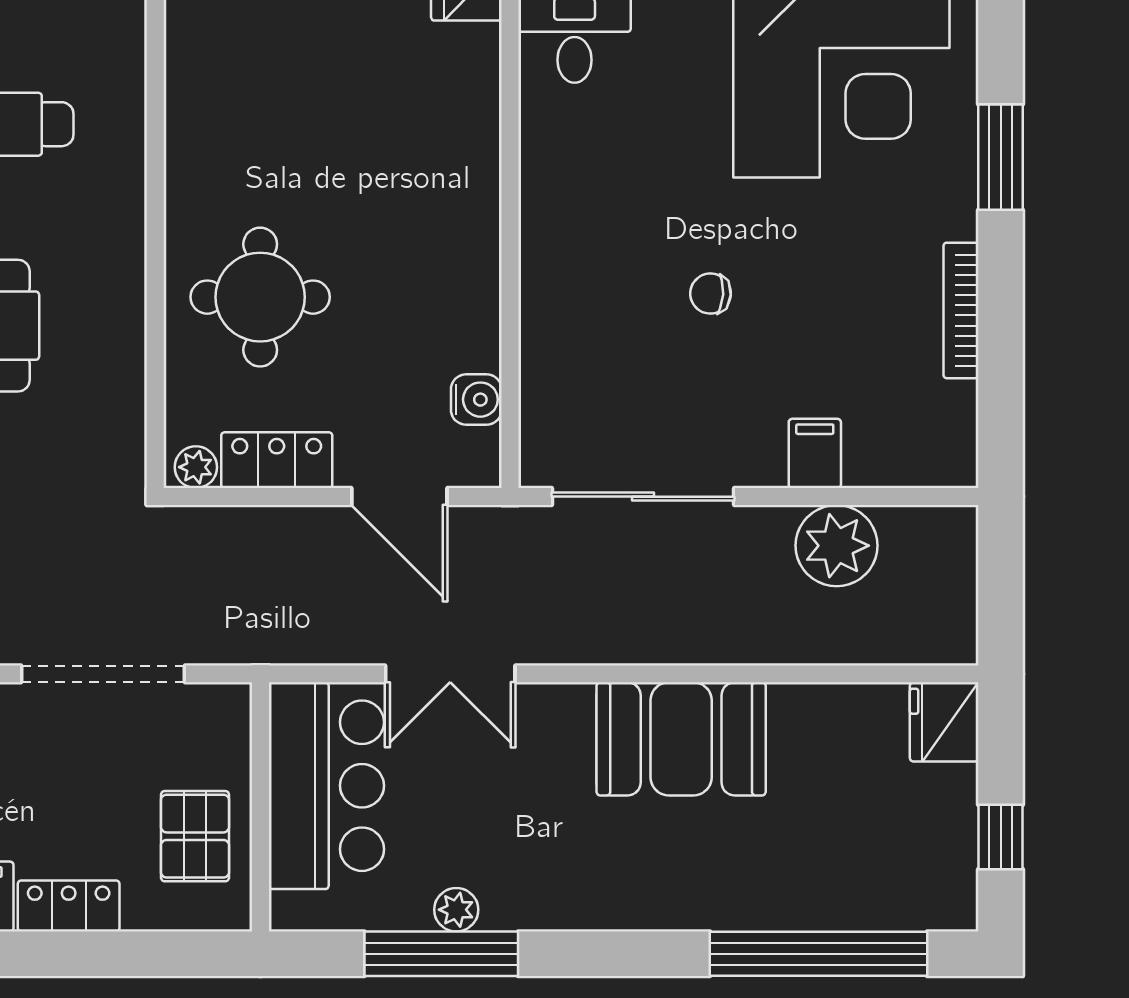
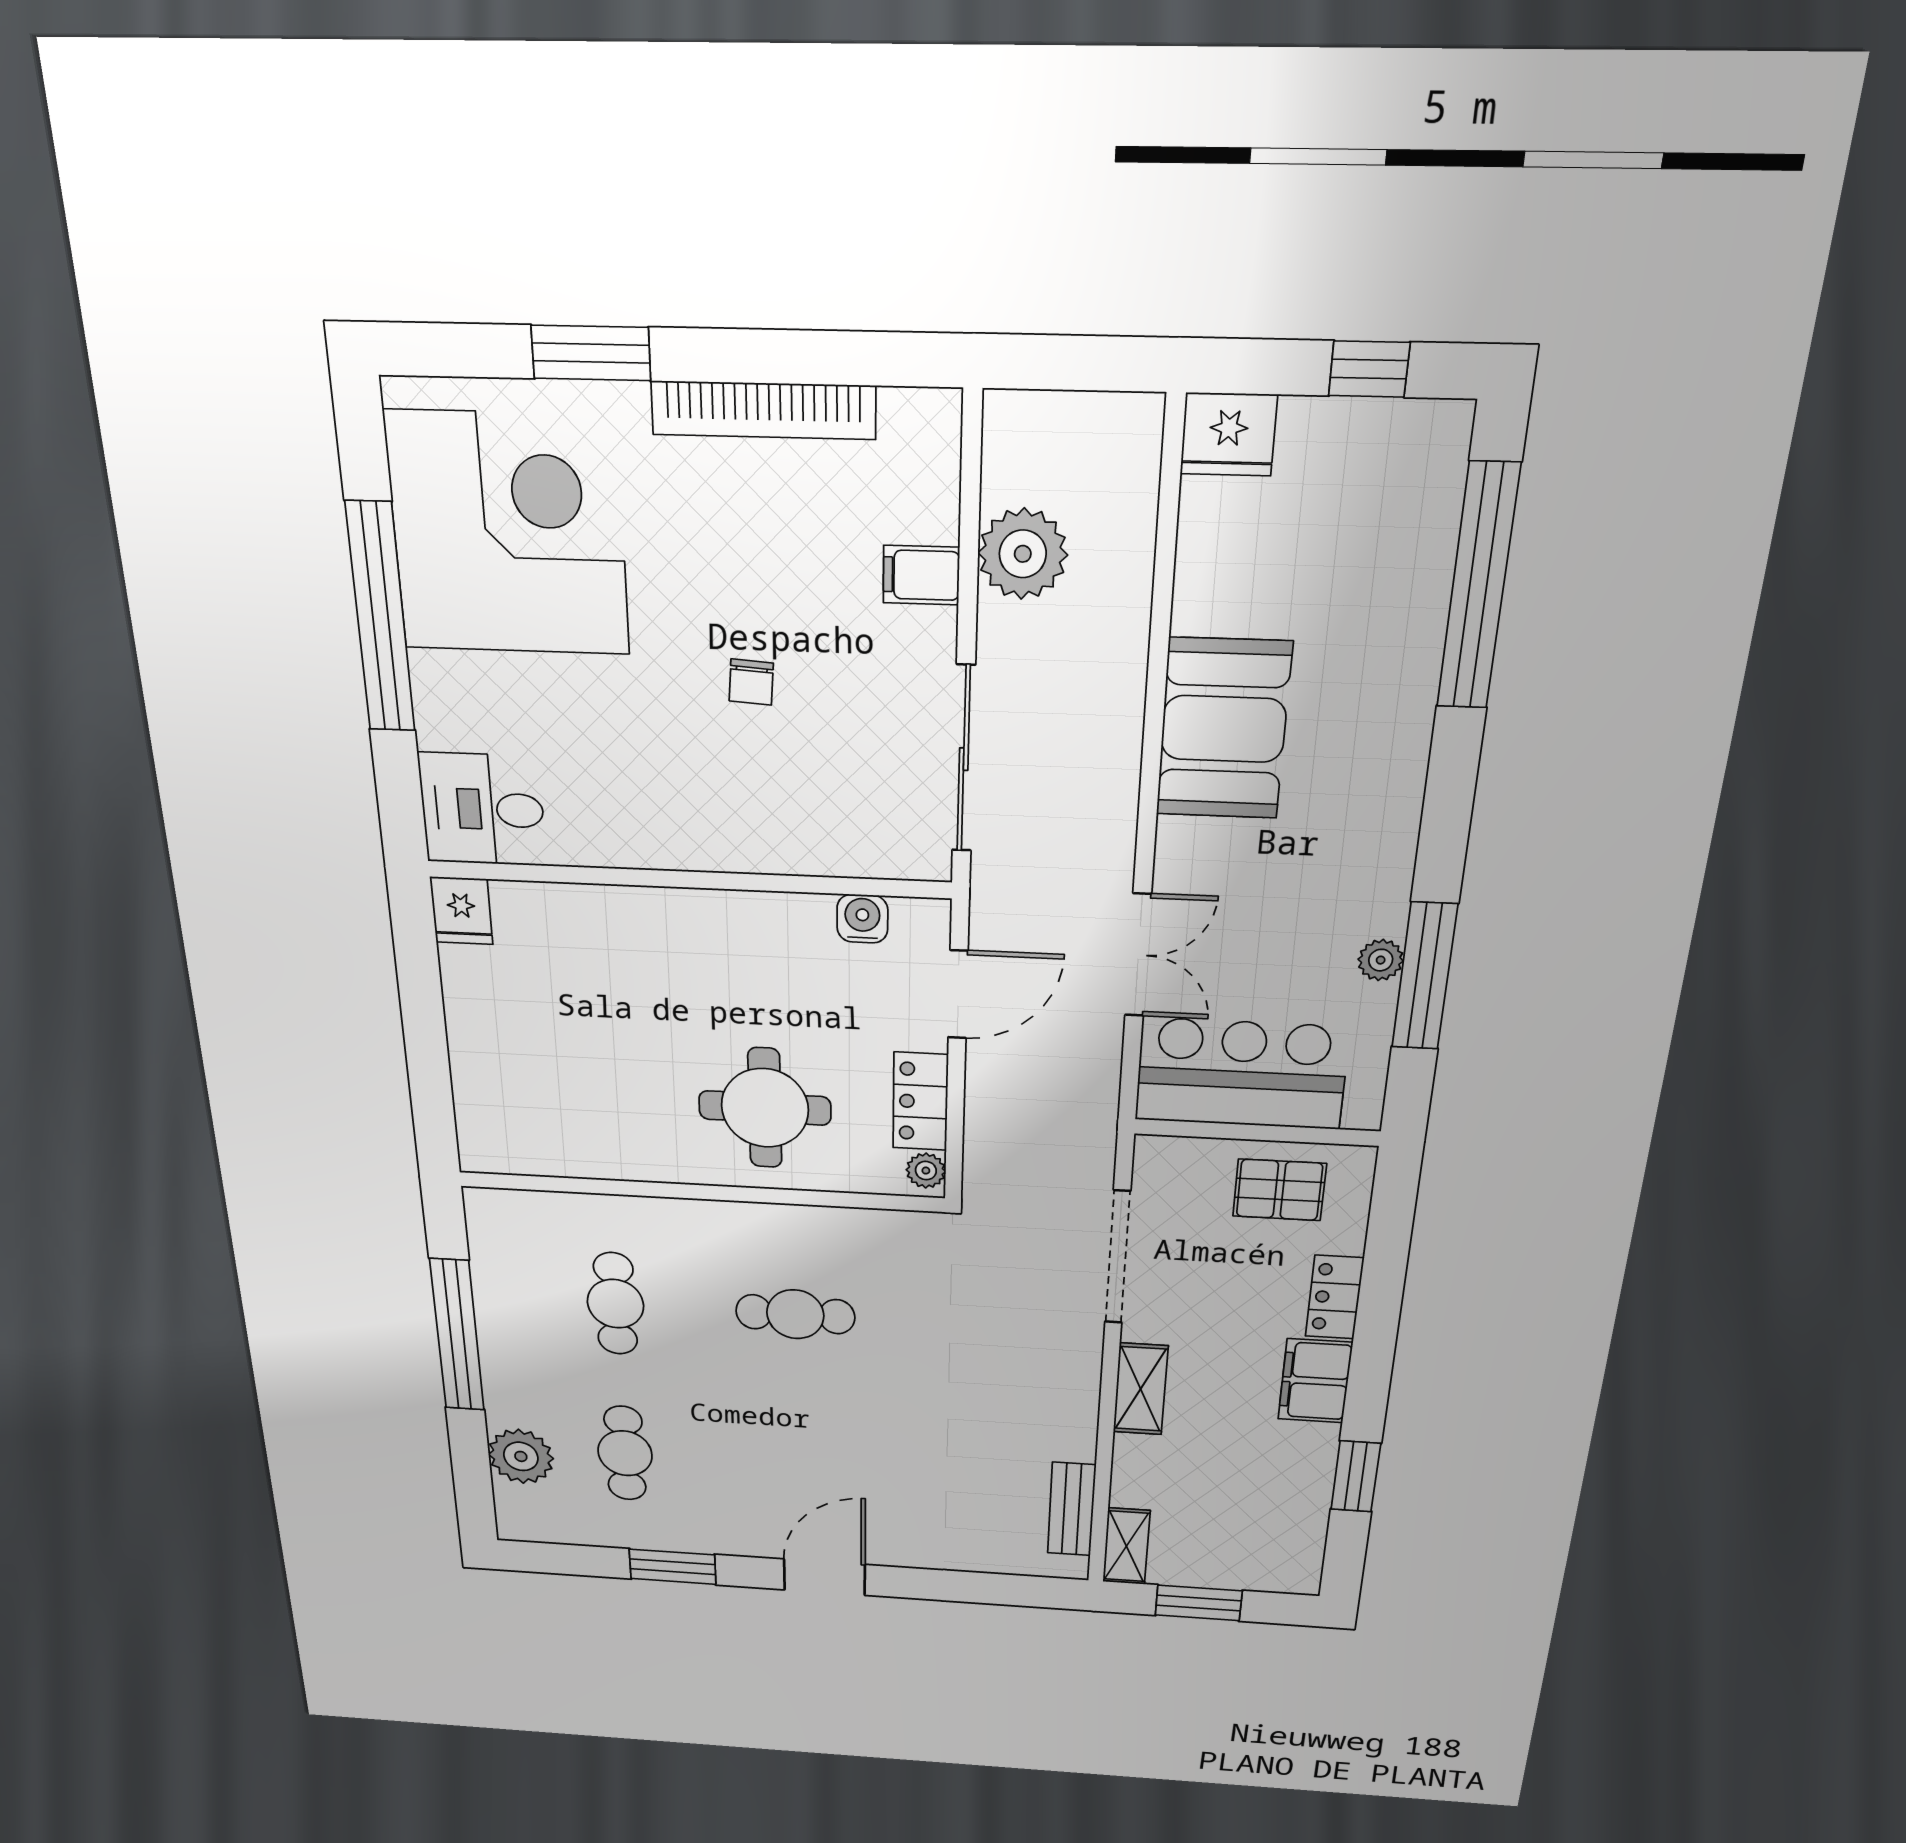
bookcase: (961, 310) -> (763, 410), width x1.48, depth x1.31

